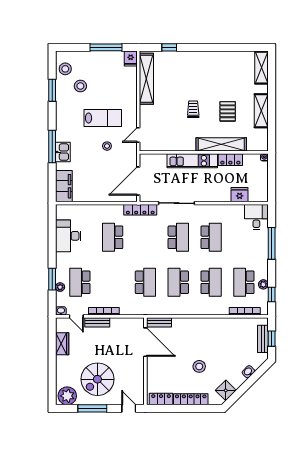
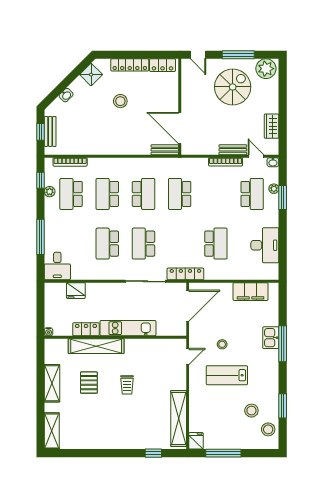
filing cabinet: (64, 186) -> (251, 292), moved, turned -90
school desk: (244, 282) -> (71, 194), turned 180

